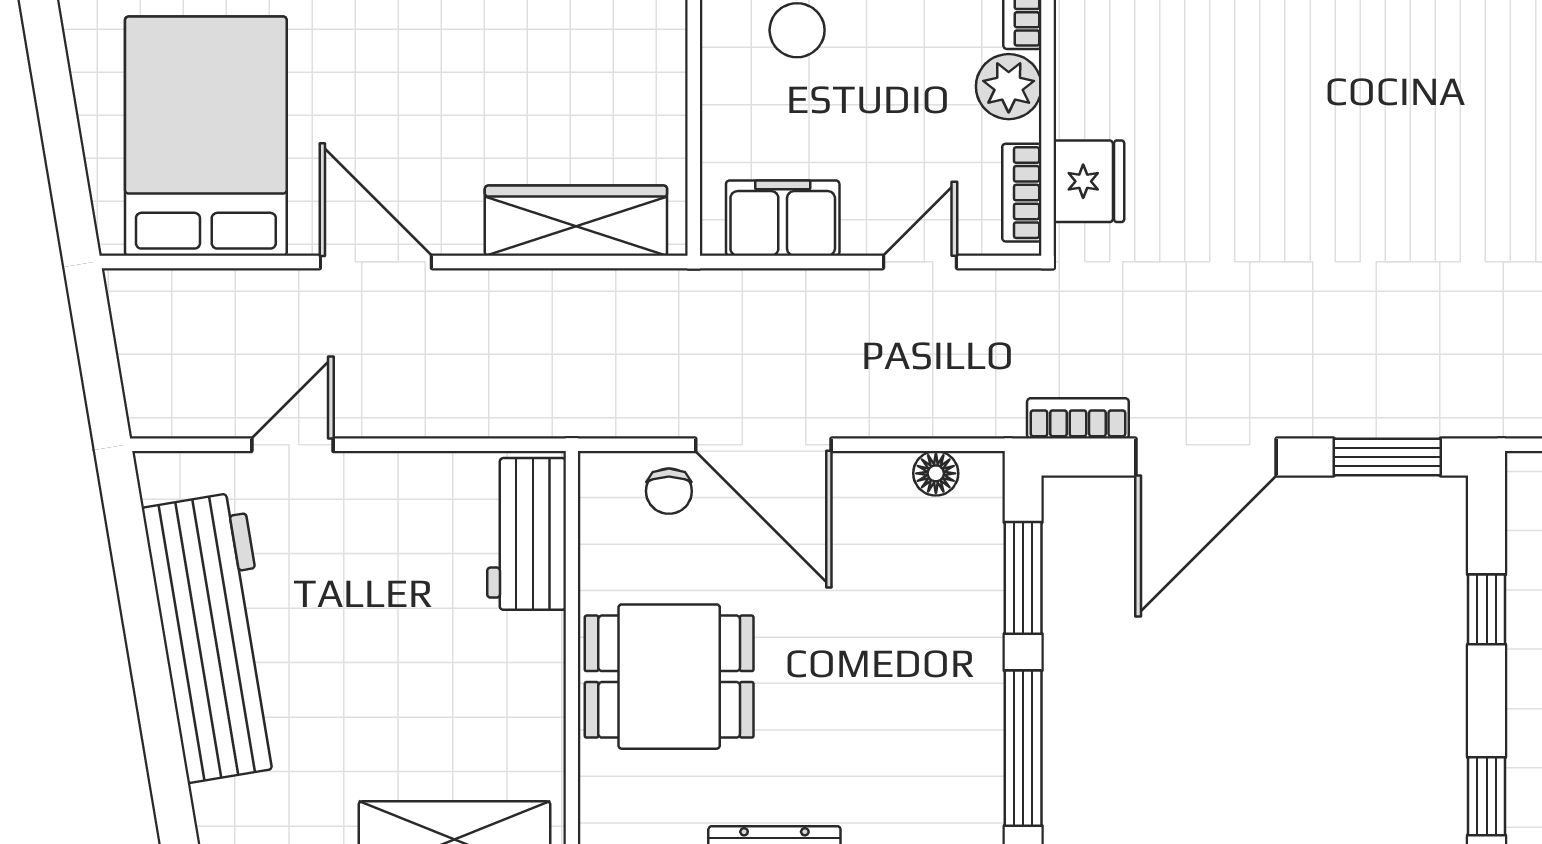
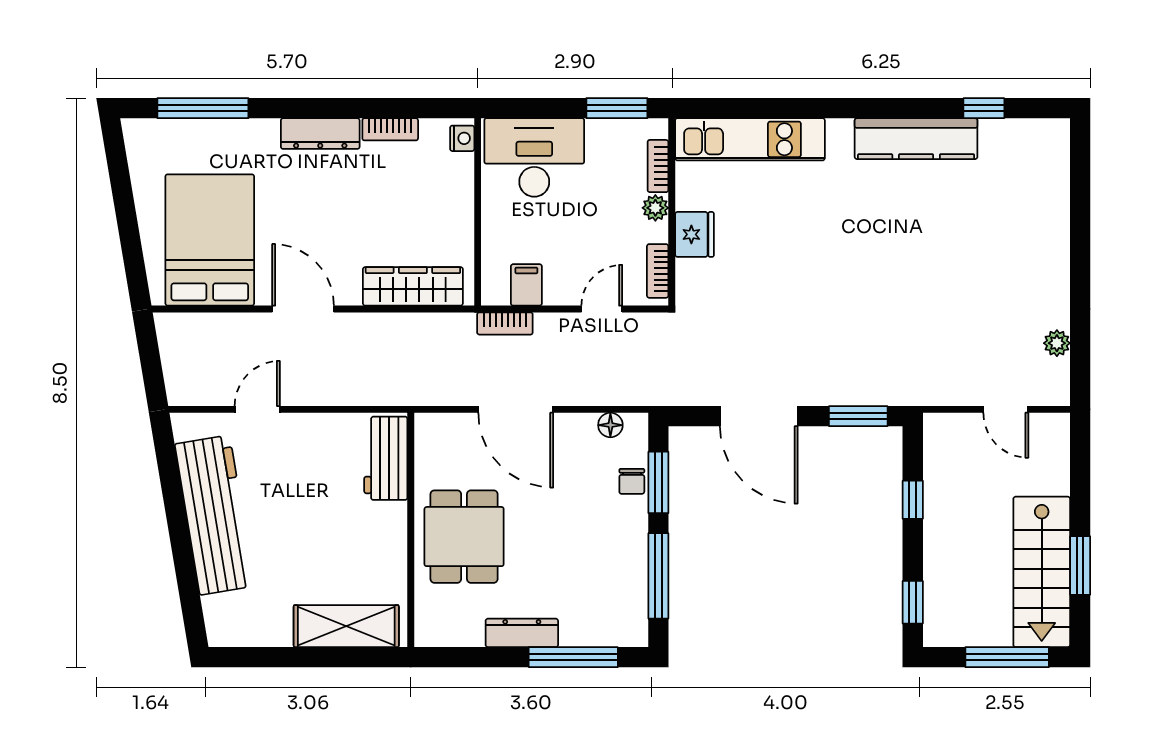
plant: (1009, 87) -> (655, 208), width x0.73, depth x0.73
fridge: (1089, 181) -> (694, 234), moved
filing cabinet: (783, 218) -> (526, 285), width x0.50
bookcase: (1078, 418) -> (505, 323), moved, turned 180
door: (1206, 457) -> (759, 416), hinge flipped
chair: (669, 491) -> (632, 481), moved
dining table: (669, 677) -> (464, 537), turned 90

